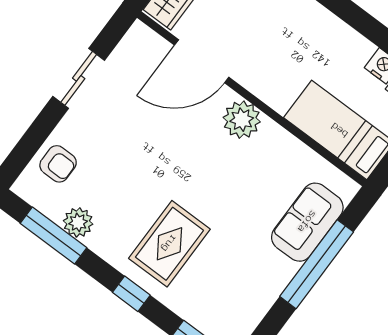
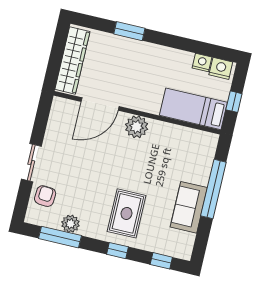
sliding door: (79, 78) -> (31, 163), moved
armchair: (58, 164) -> (45, 196), turned -86
sofa: (307, 222) -> (189, 207), moved

